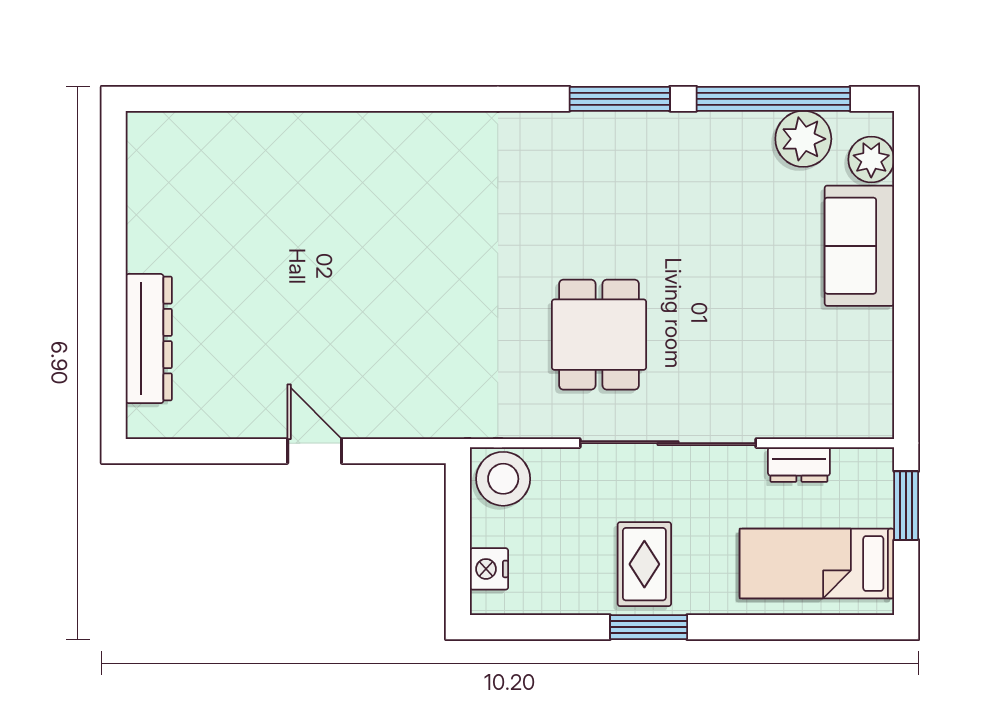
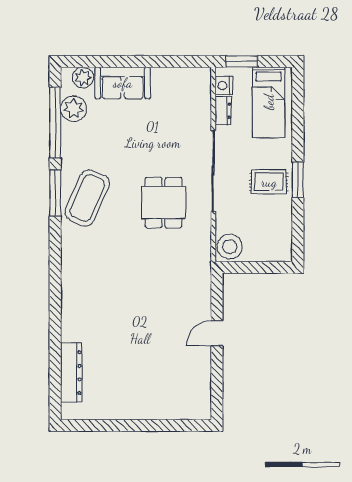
coffee table: (609, 169) -> (87, 198), added
dining table: (599, 335) -> (163, 203), turned 90
dresser: (149, 339) -> (71, 373), moved, turned 90
nightstand: (489, 569) -> (224, 85), moved, turned 90

